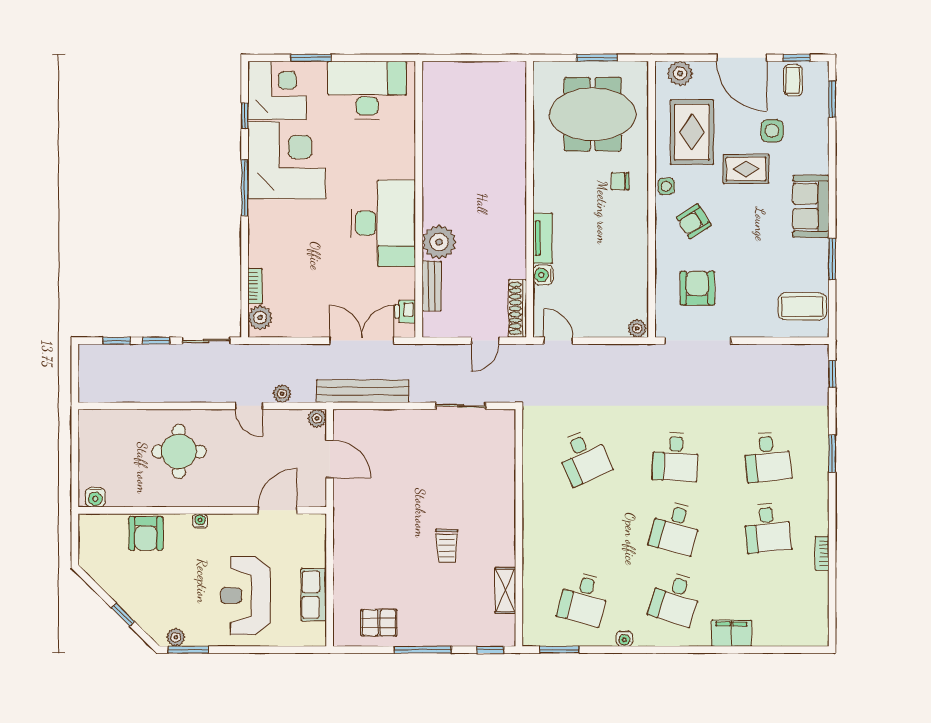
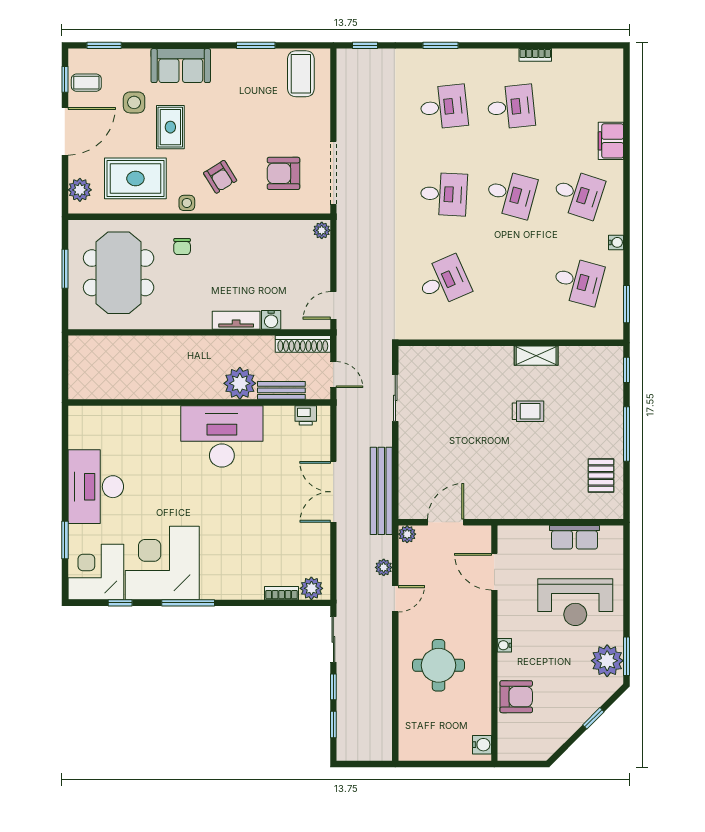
wall: (419, 199) -> (199, 403), moved
sofa: (811, 206) -> (181, 66), moved
desk: (383, 223) -> (222, 436), moved
plant: (439, 242) -> (240, 383), moved
bench: (432, 286) -> (281, 390), moved
printer: (405, 312) -> (306, 415), moved
shelving: (505, 590) -> (536, 356), moved
plant: (176, 637) -> (607, 661), width x1.88, depth x1.88

